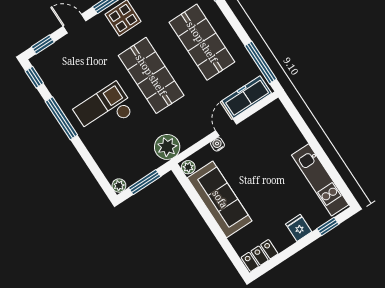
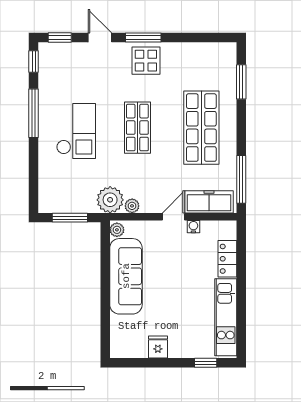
shop shelf: (151, 75) -> (137, 128), width x0.70, depth x0.74
checkout: (104, 110) -> (76, 131), turned 90
water cooler: (218, 144) -> (193, 227), moved
plant: (119, 186) -> (132, 206), moved
fridge: (299, 228) -> (158, 347), moved
locker: (260, 256) -> (227, 259), moved, turned -90

